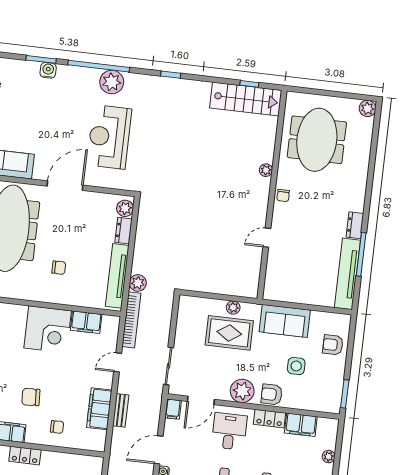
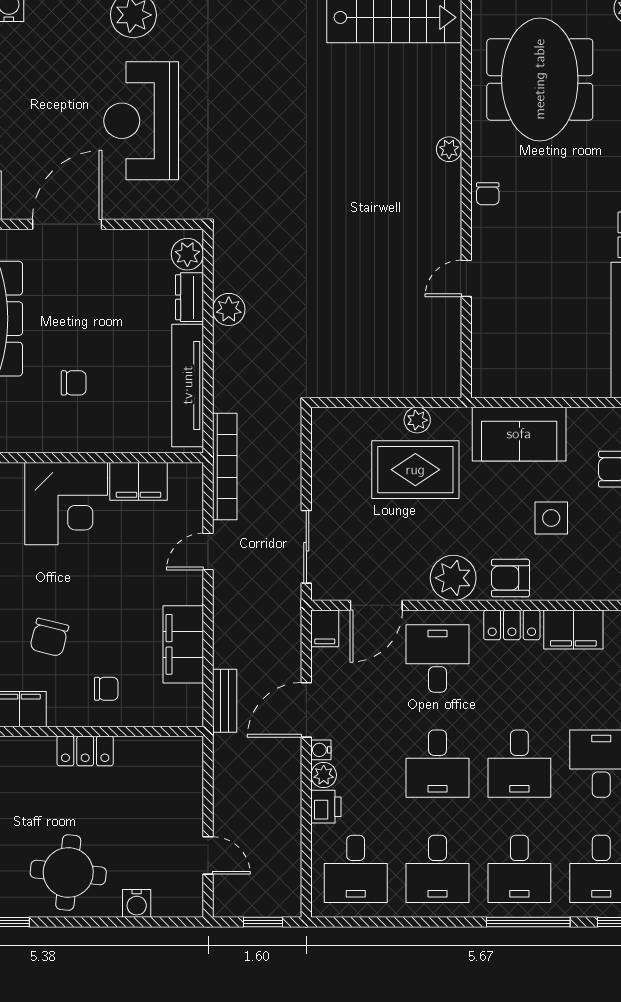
plant: (138, 283) -> (229, 309), moved
chair: (31, 397) -> (49, 637), turned -73
bench: (121, 410) -> (225, 701), moved
locker: (25, 456) -> (85, 751), moved

